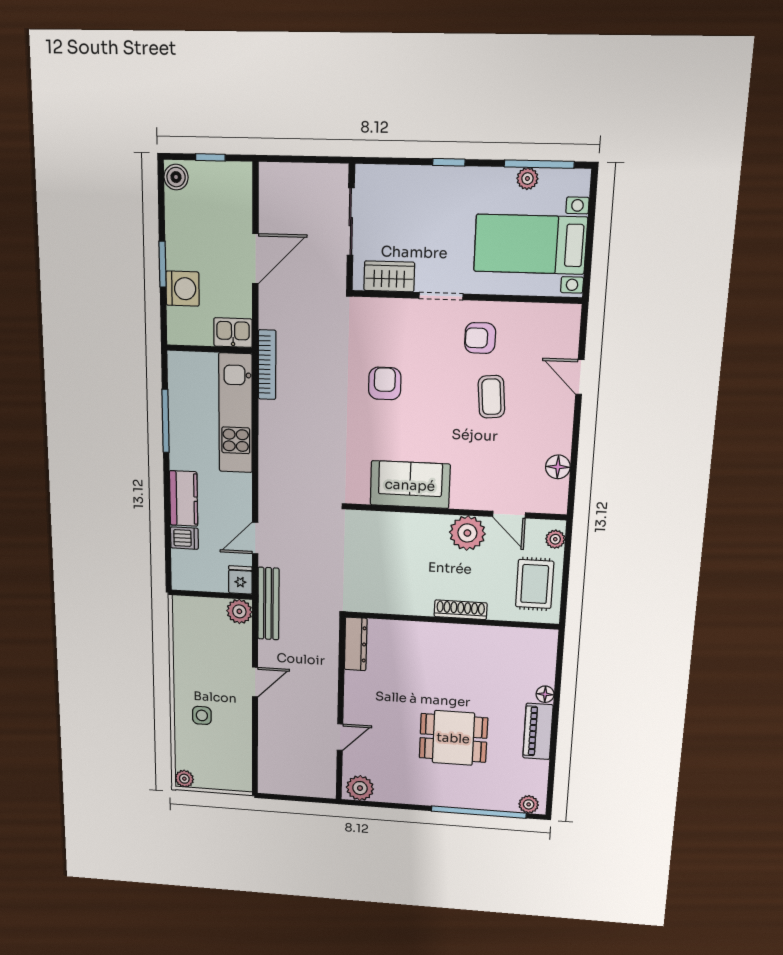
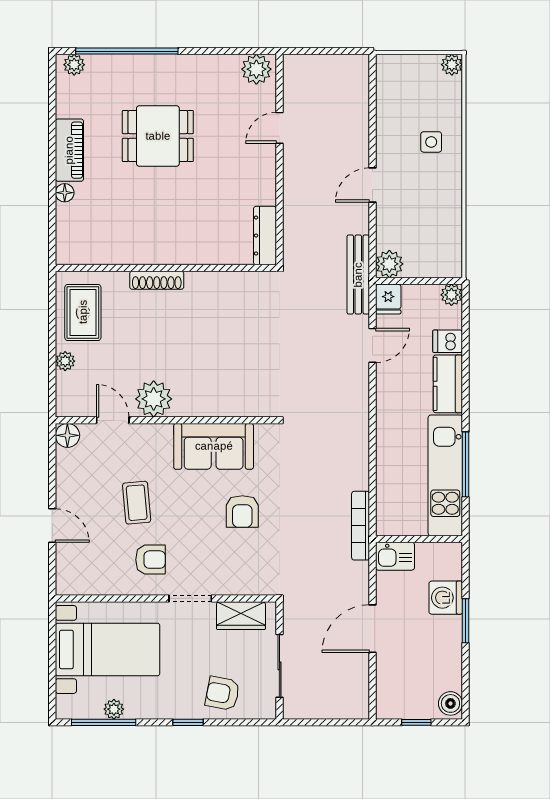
armchair: (411, 193) -> (222, 693), added
kitchen unit: (236, 413) -> (445, 475), moved, turned 180
sofa: (410, 485) -> (214, 446), moved
wall: (456, 512) -> (166, 420), moved
door: (509, 515) -> (113, 420), moved
plant: (467, 533) -> (154, 399), moved
plant: (181, 580) -> (451, 295), added

